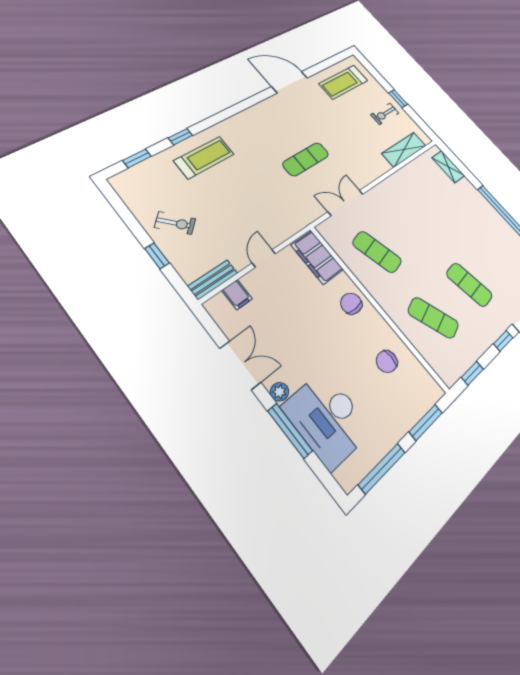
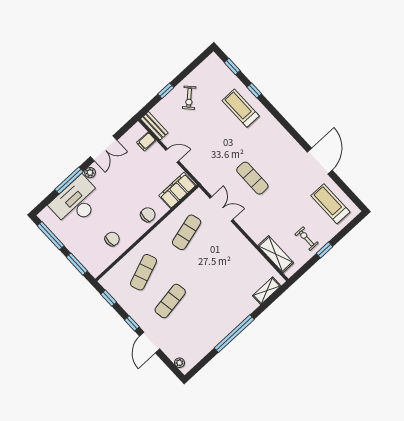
treadmill: (204, 157) -> (241, 108), turned 180
chair: (387, 361) -> (112, 239), turned 90

